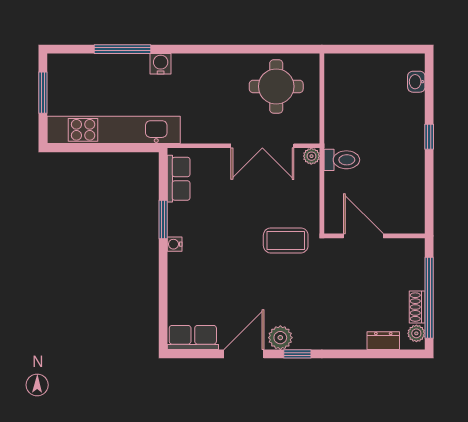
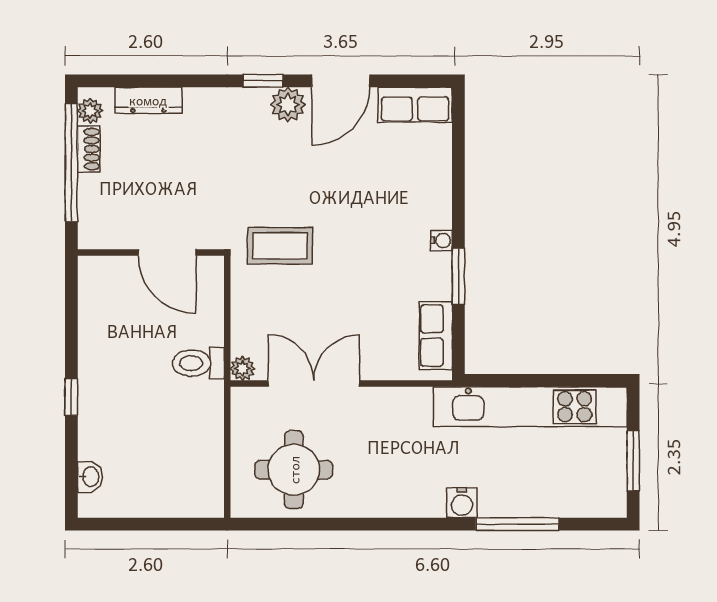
dresser: (383, 341) -> (148, 100), width x1.44

